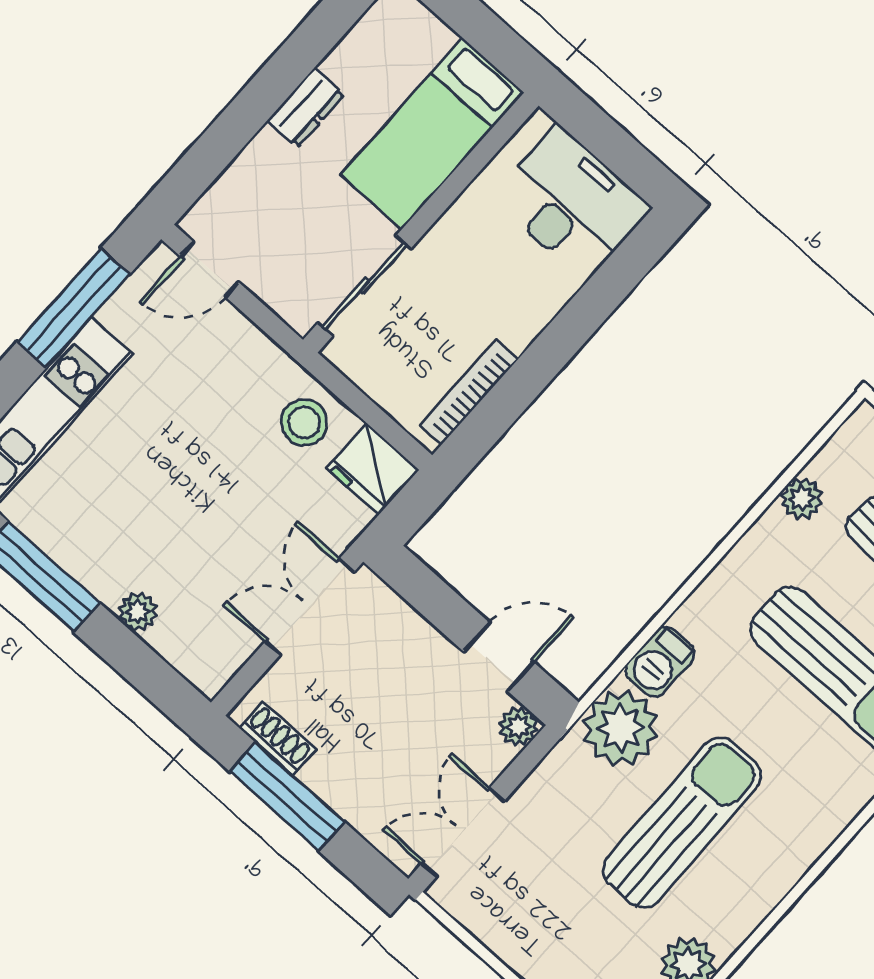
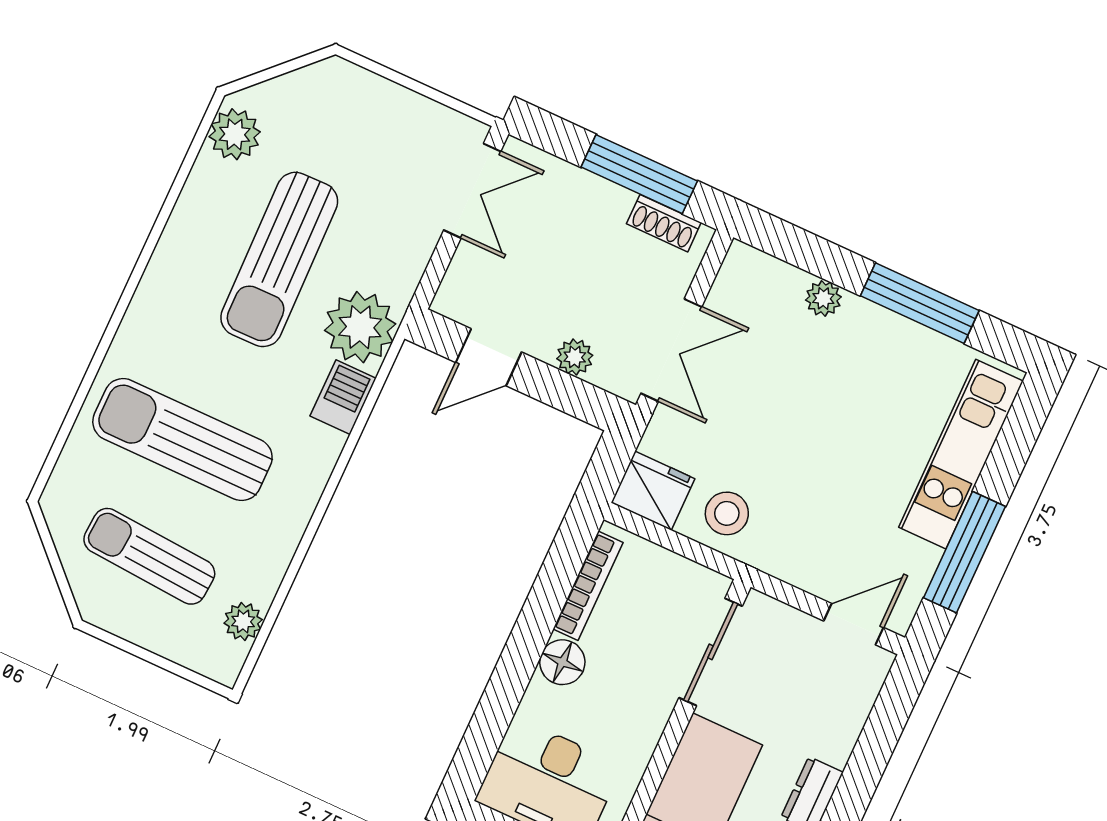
floor lamp: (519, 322) -> (562, 662), added
plant: (802, 499) -> (243, 621), moved
plant: (518, 727) -> (575, 357), moved

